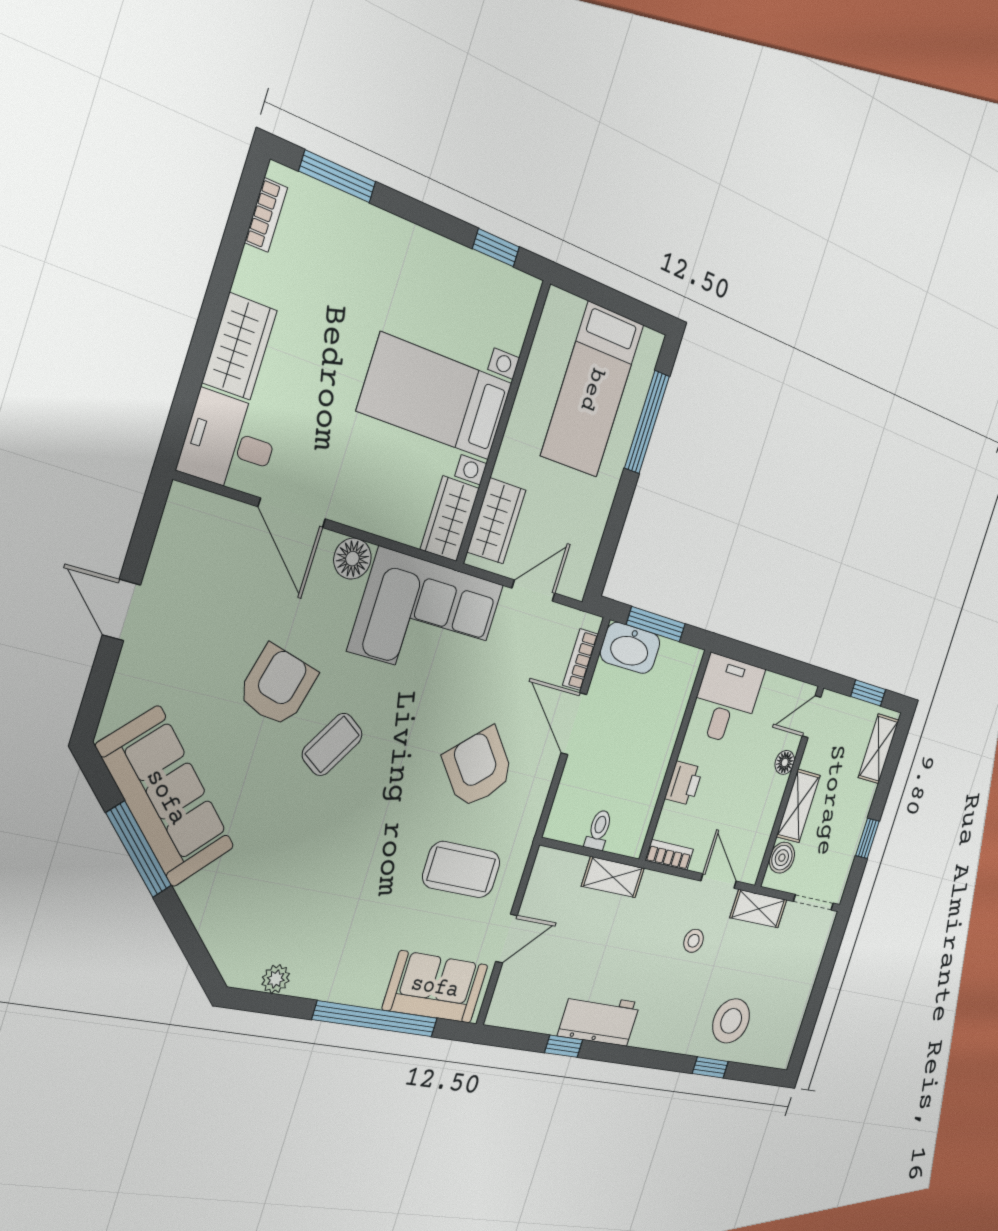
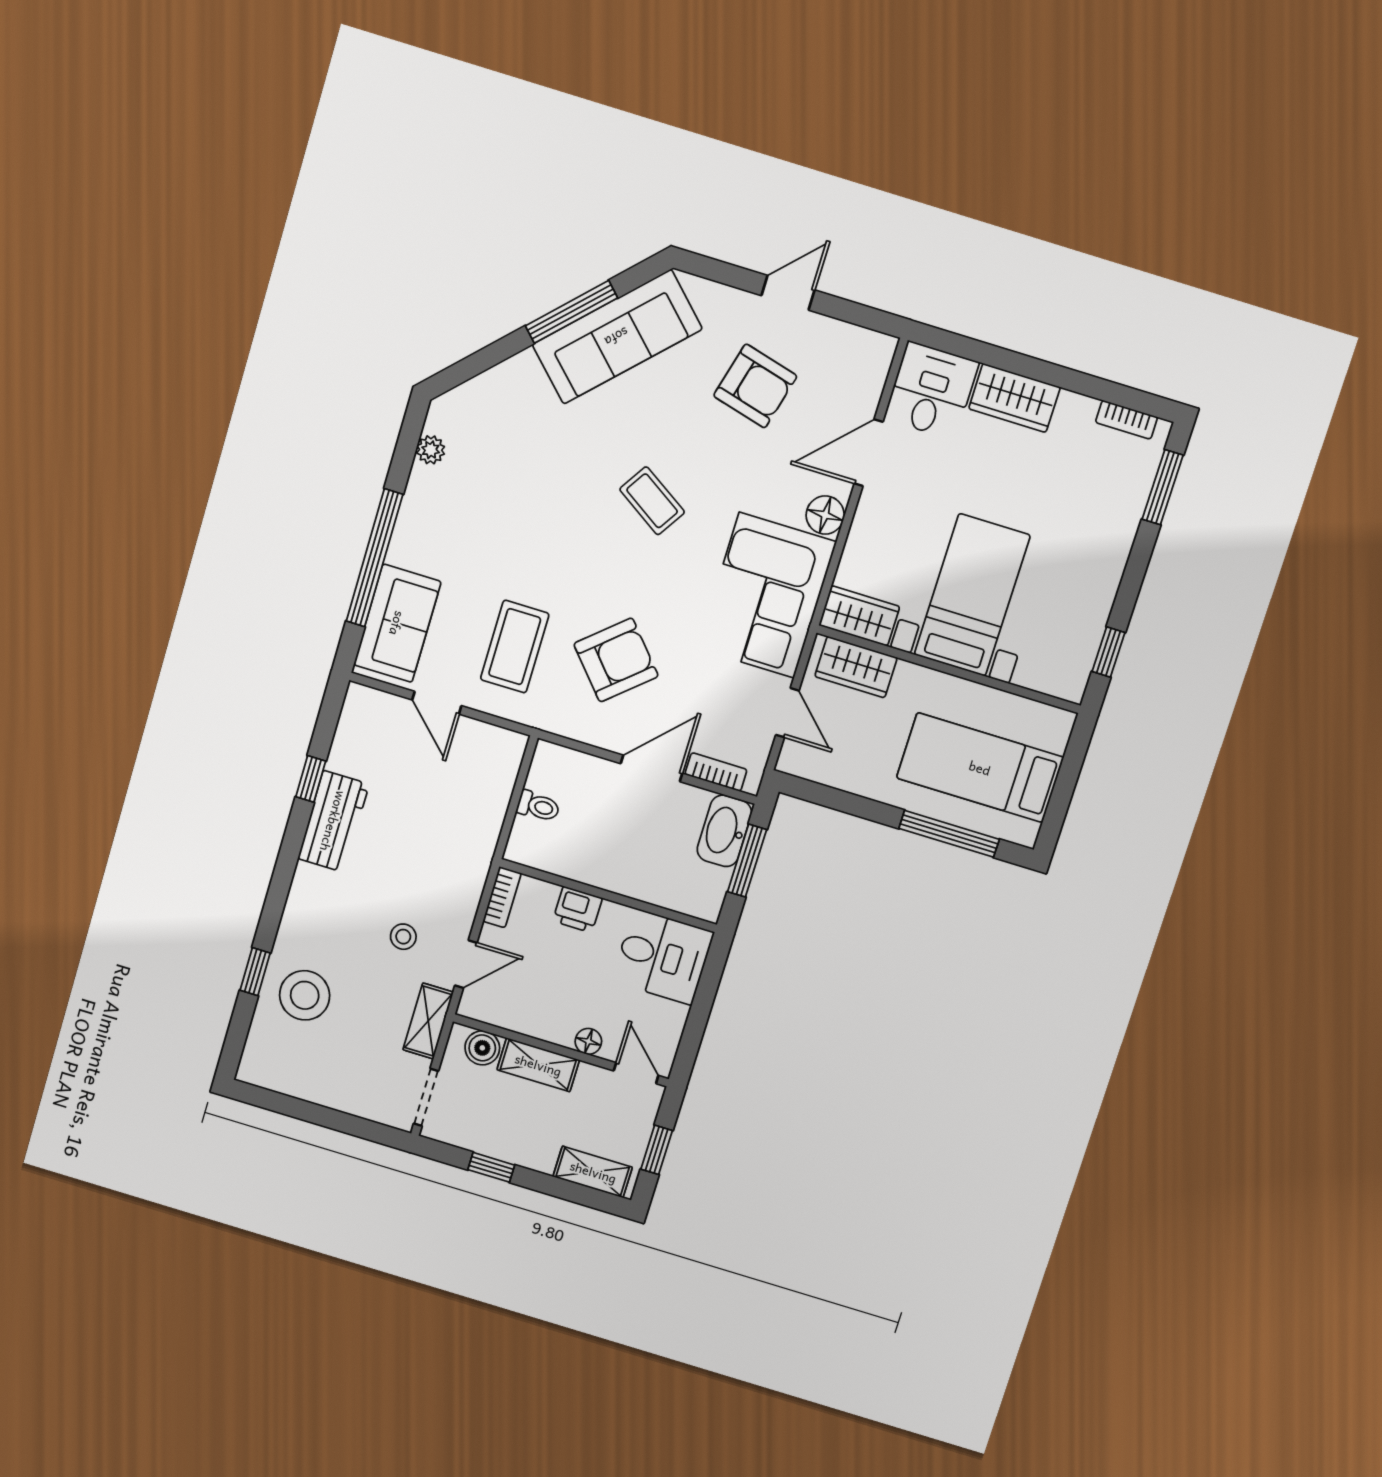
armchair: (278, 686) -> (755, 386), moved
shelving: (613, 877) -> (486, 827), removed

